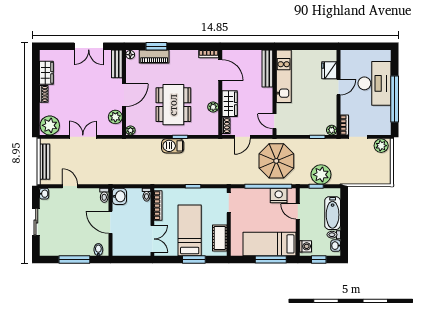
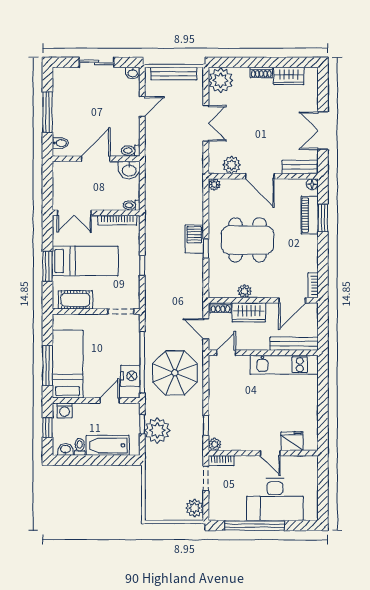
bench: (267, 69) -> (294, 344), moved
kitchen unit: (284, 76) -> (284, 365), moved
wall: (274, 93) -> (263, 353), moved
door: (274, 121) -> (226, 353), moved

